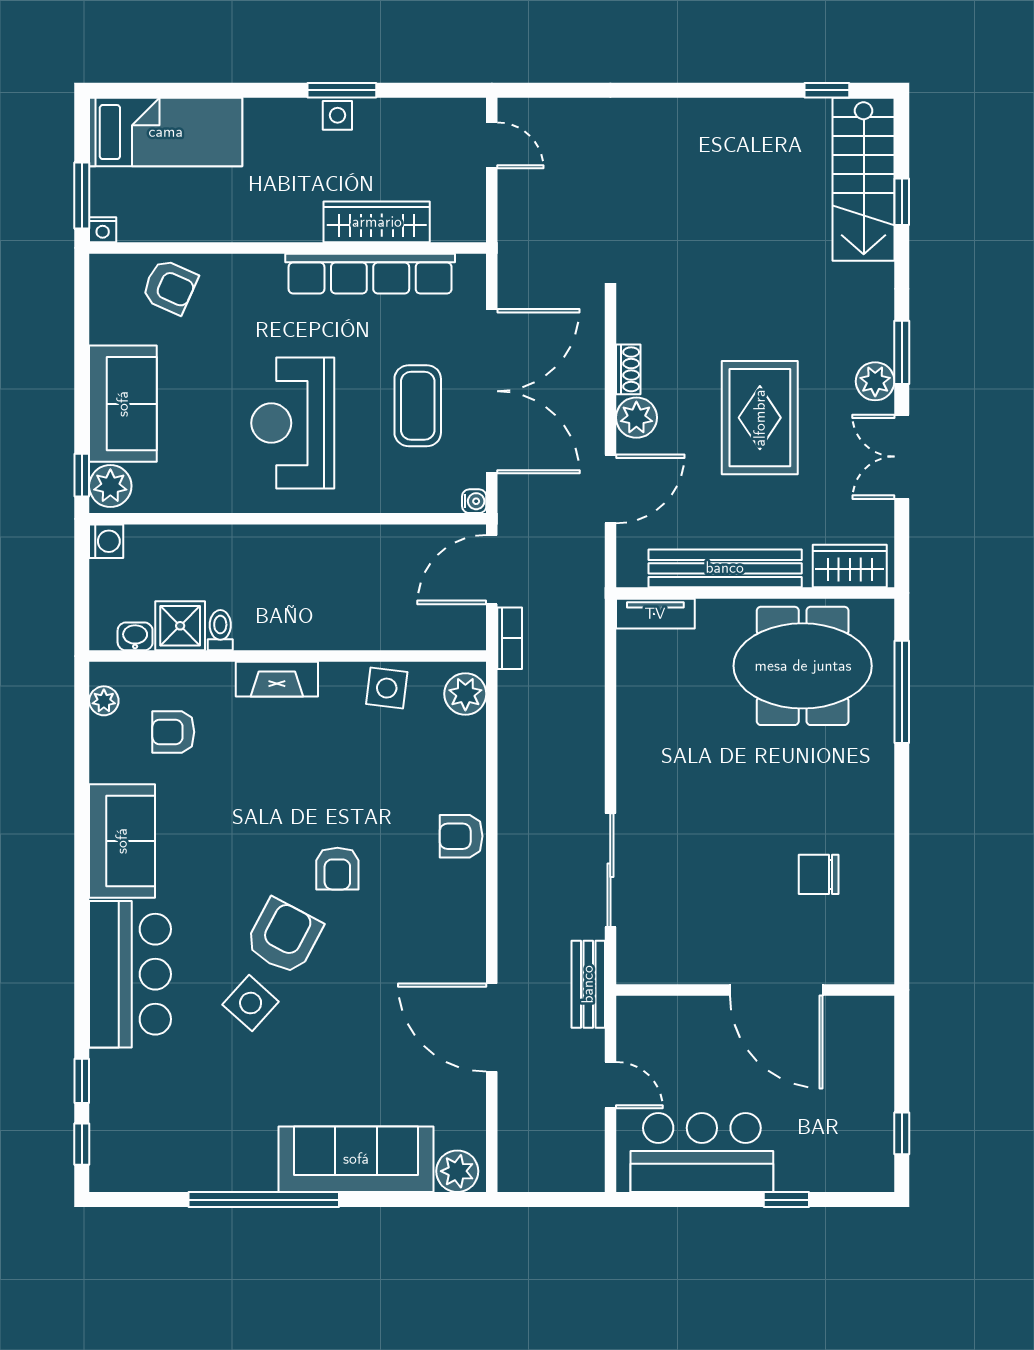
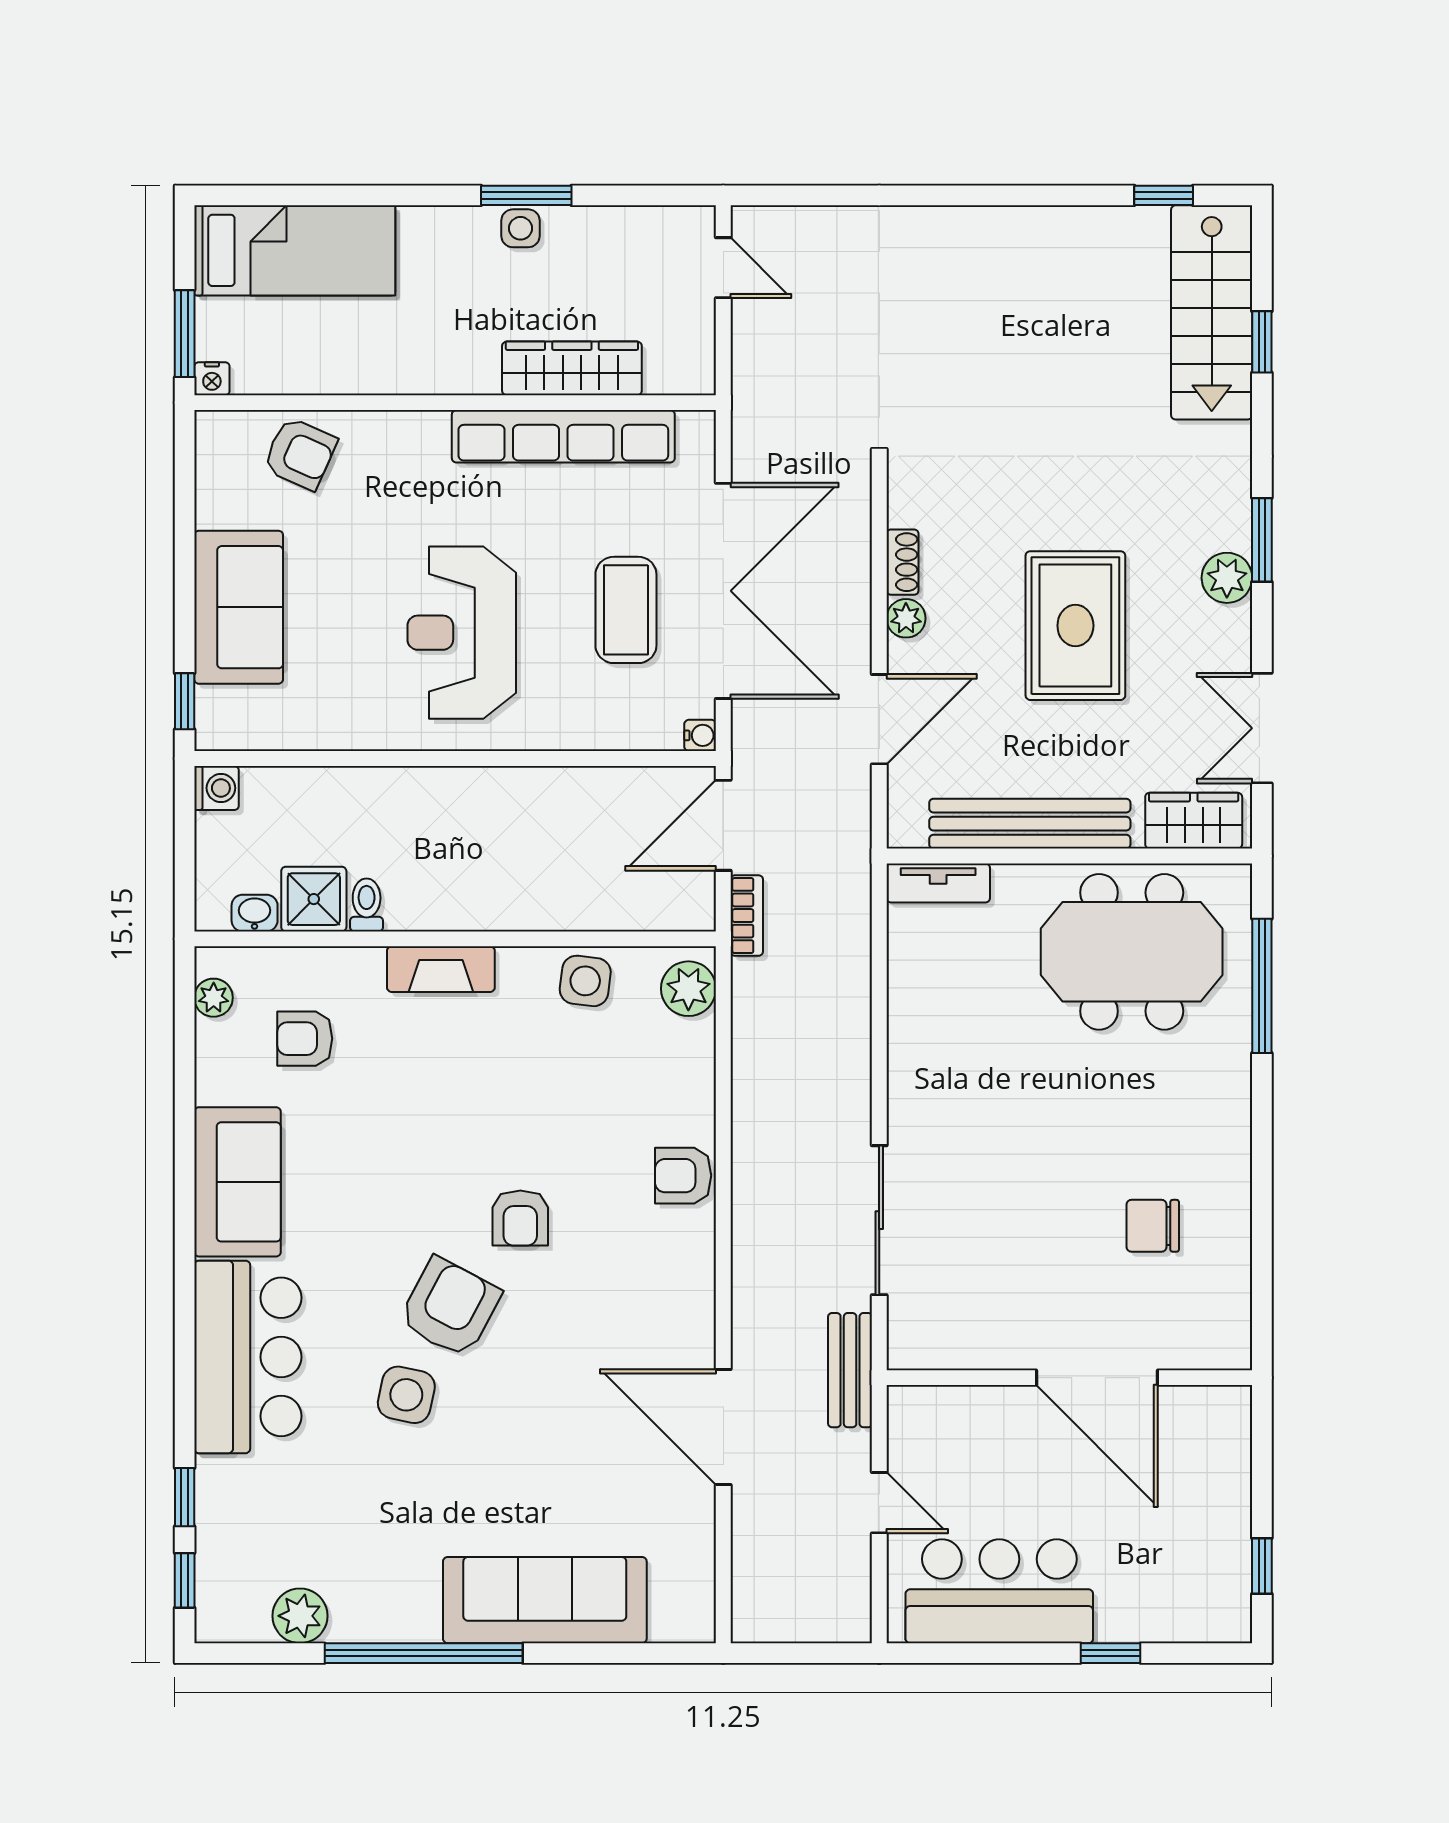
plant: (636, 418) -> (906, 618), width x0.73, depth x0.73
double door: (902, 457) -> (1262, 728), moved
plant: (110, 486) -> (222, 715), removed
side table: (251, 1003) -> (406, 1395), turned -30
plant: (457, 1171) -> (300, 1616), moved

